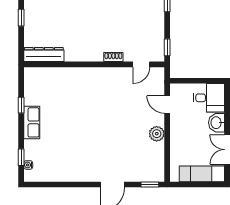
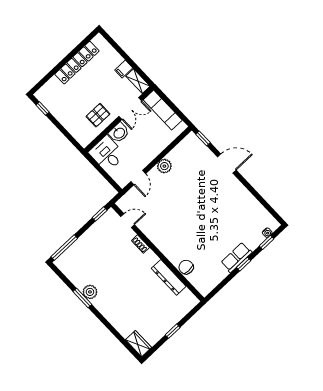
dresser: (44, 55) -> (169, 277), moved
chair: (61, 76) -> (186, 267), added
window: (21, 105) -> (244, 264), moved

